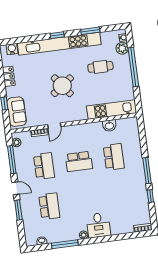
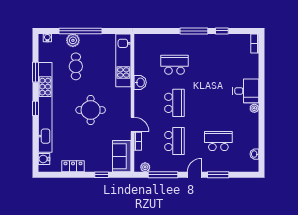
plant: (122, 48) -> (73, 40), moved
round table: (62, 86) -> (91, 110), turned 37
sofa: (17, 112) -> (122, 156), moved, turned -90
washbasin: (109, 126) -> (140, 82), moved
school desk: (44, 166) -> (174, 141), turned 90
window: (65, 244) -> (262, 130), removed

